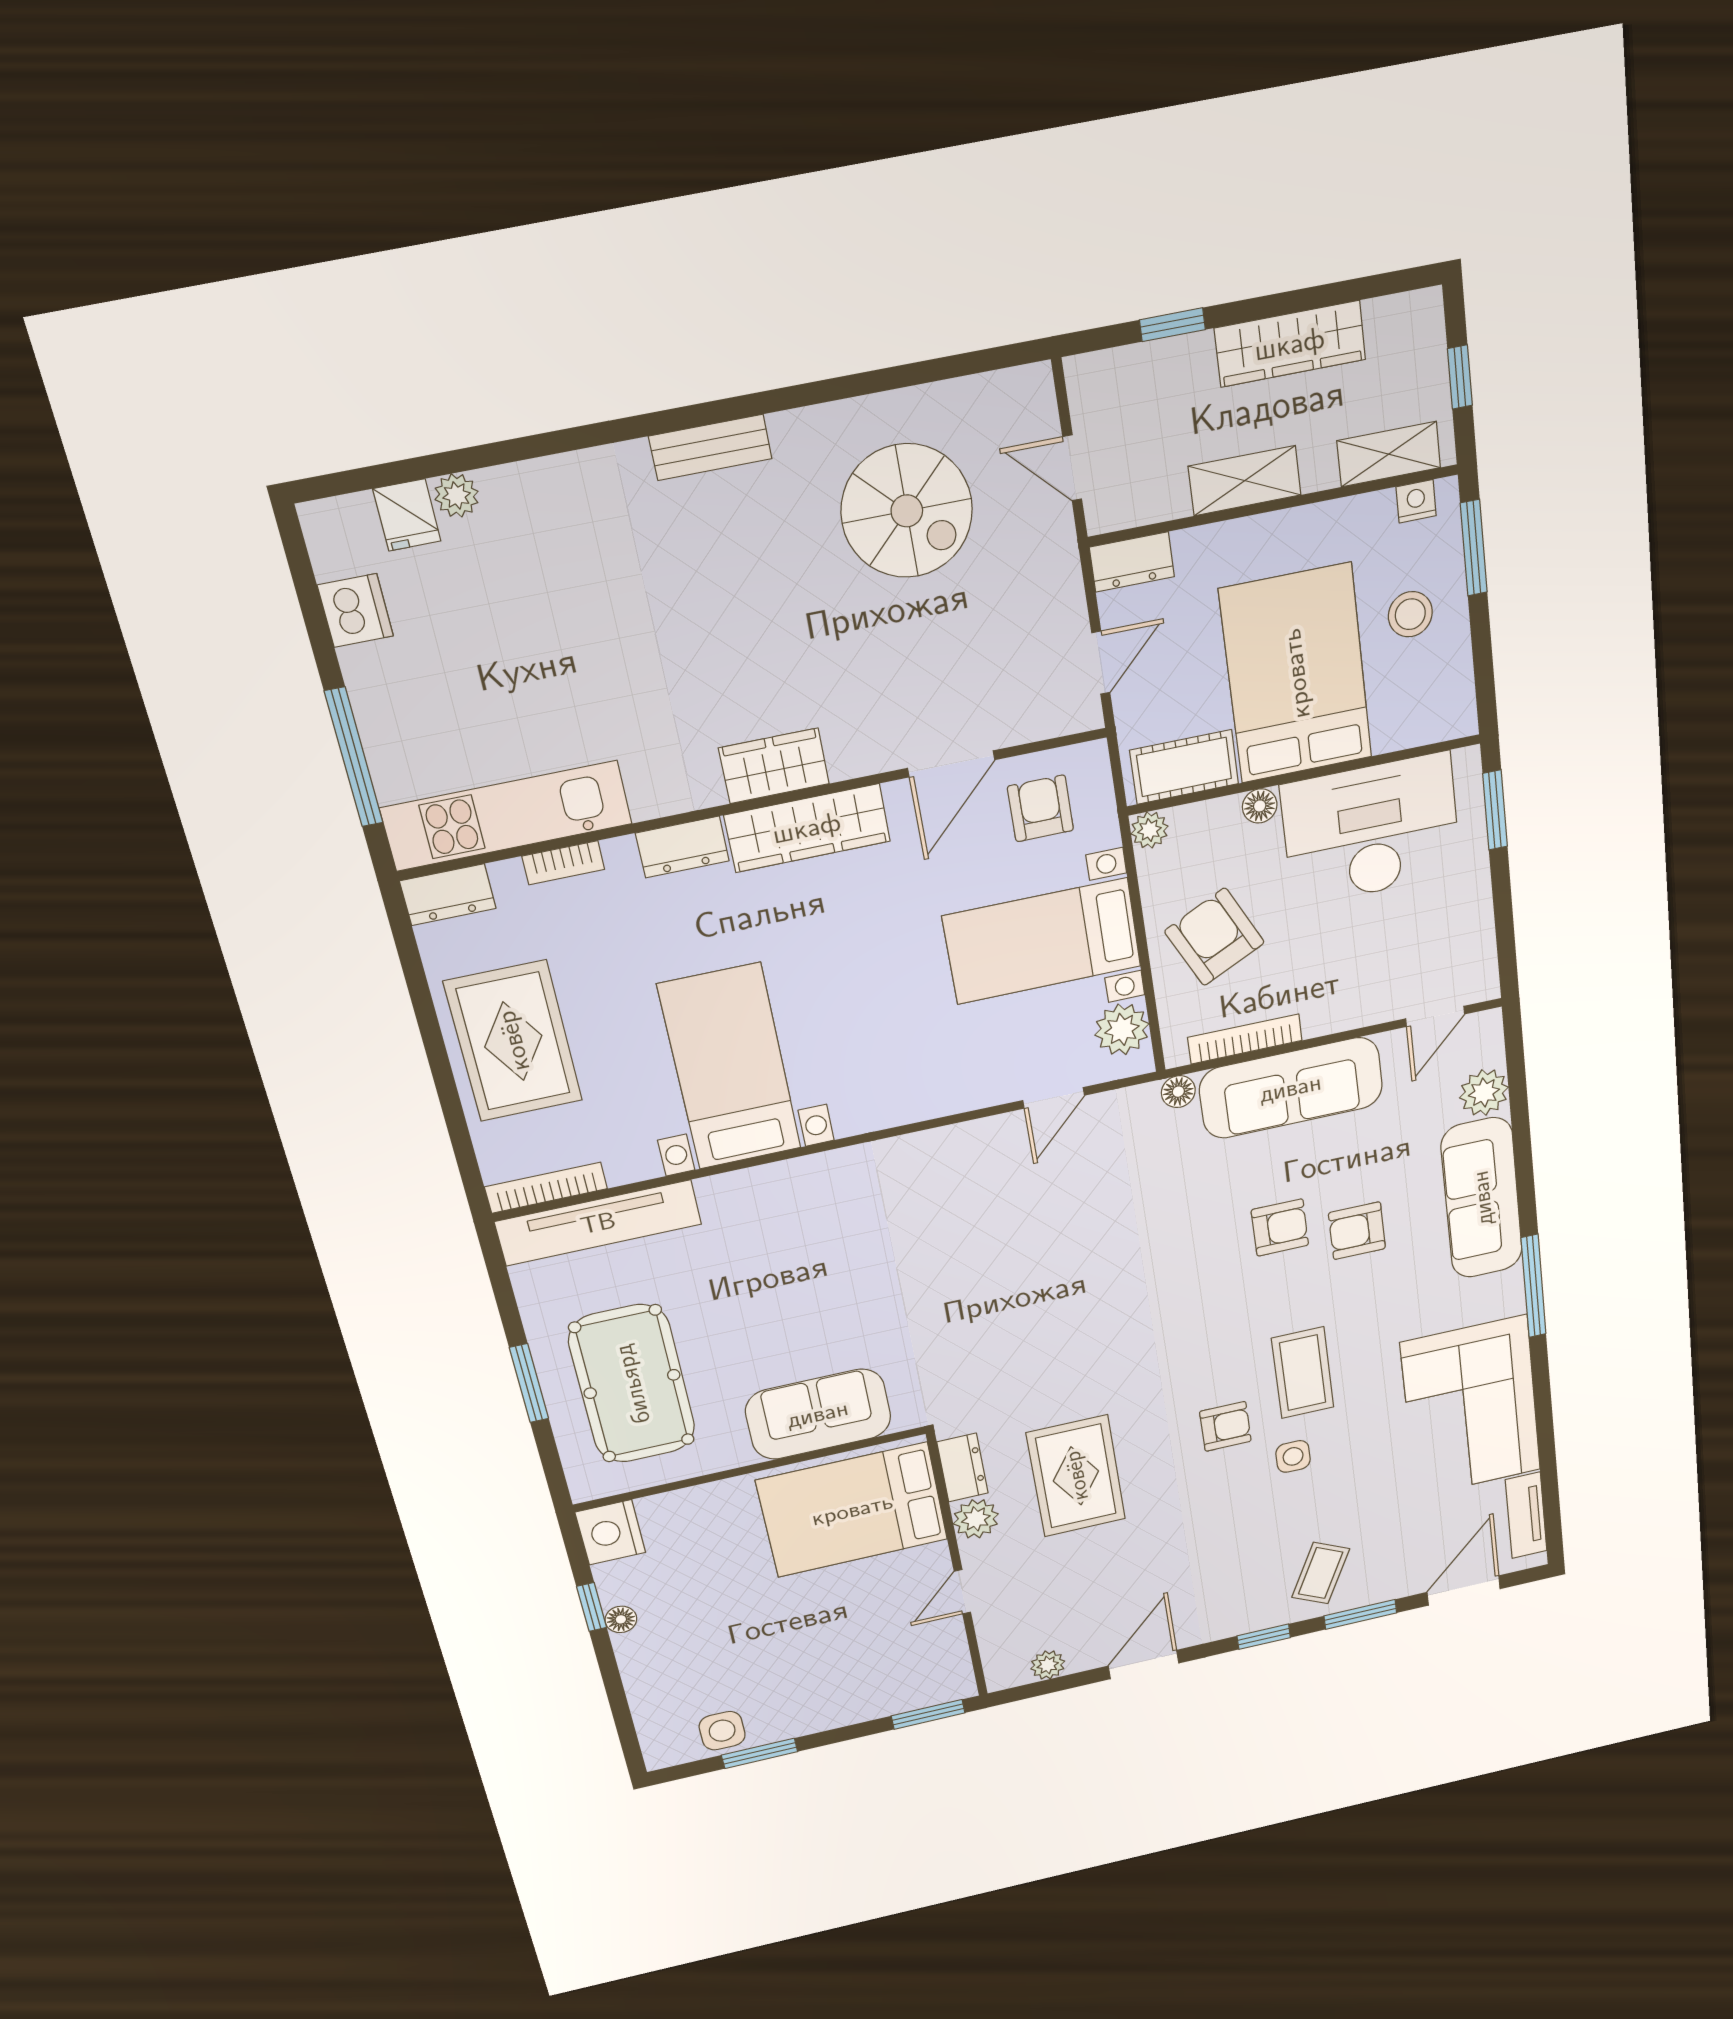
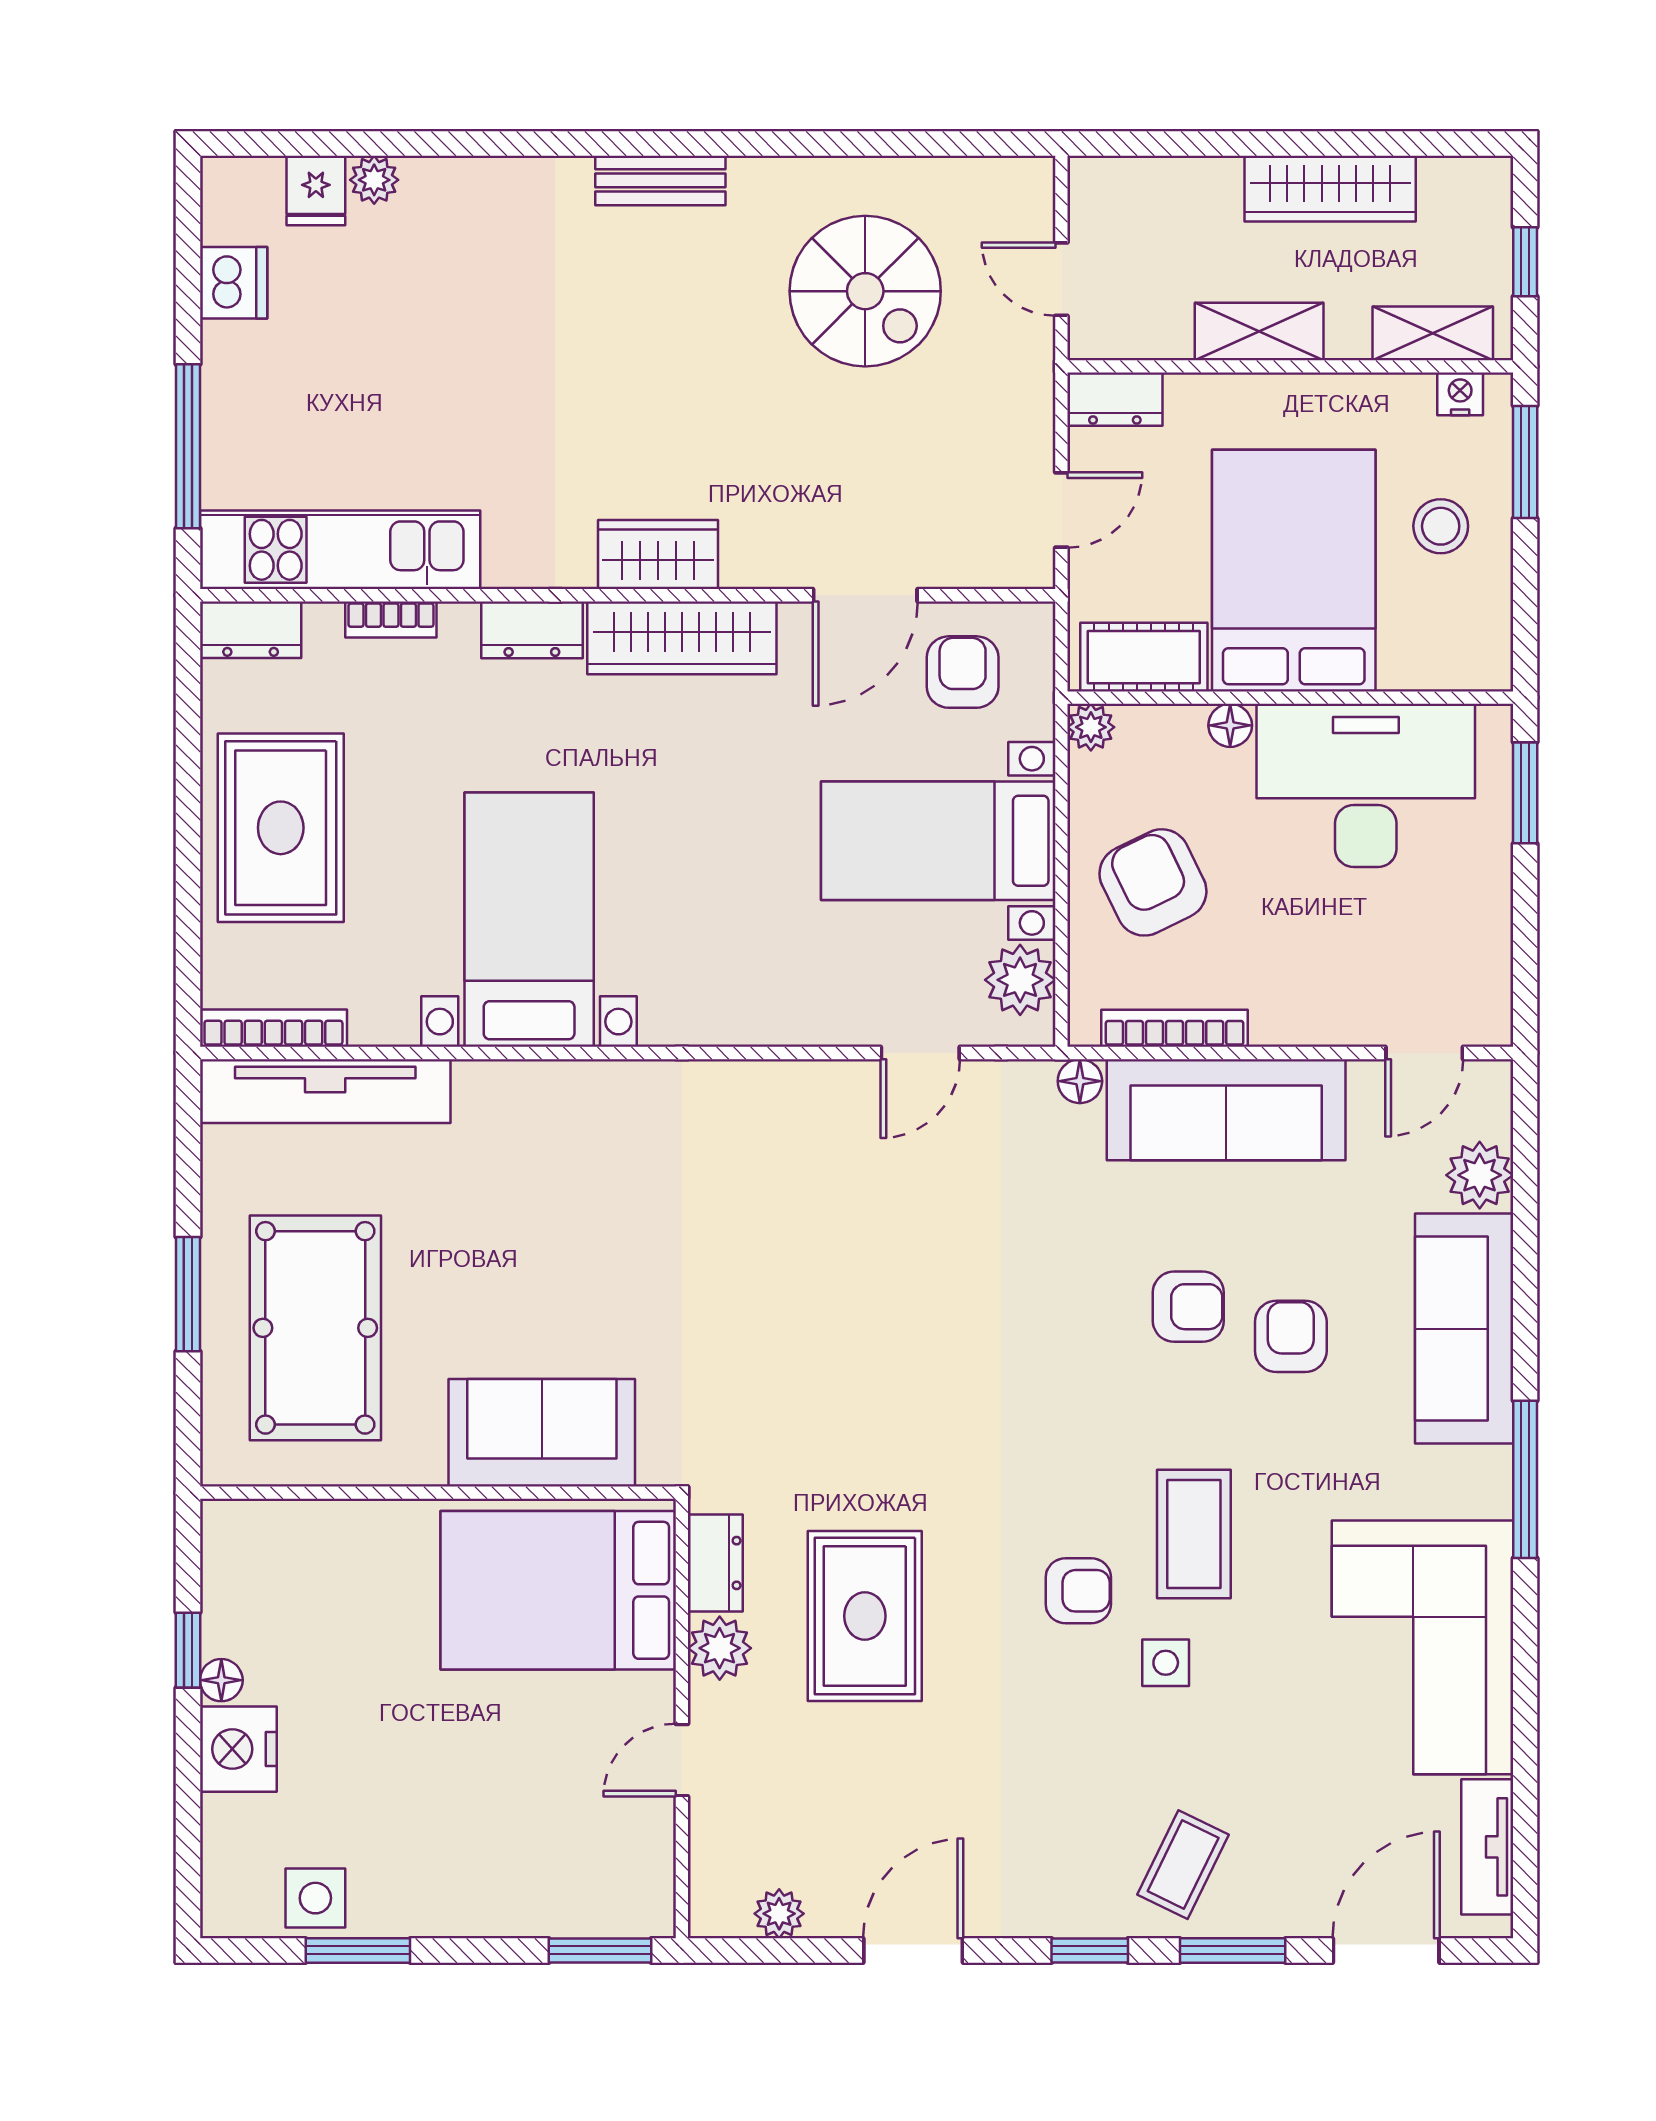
window: (1172, 325) -> (1198, 144), removed
armchair: (1357, 1231) -> (1291, 1336), turned 90
nightstand: (610, 1532) -> (238, 1749), moved

